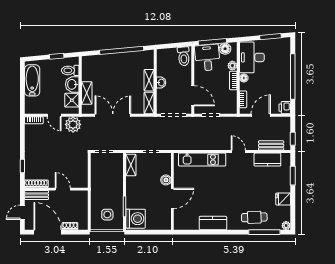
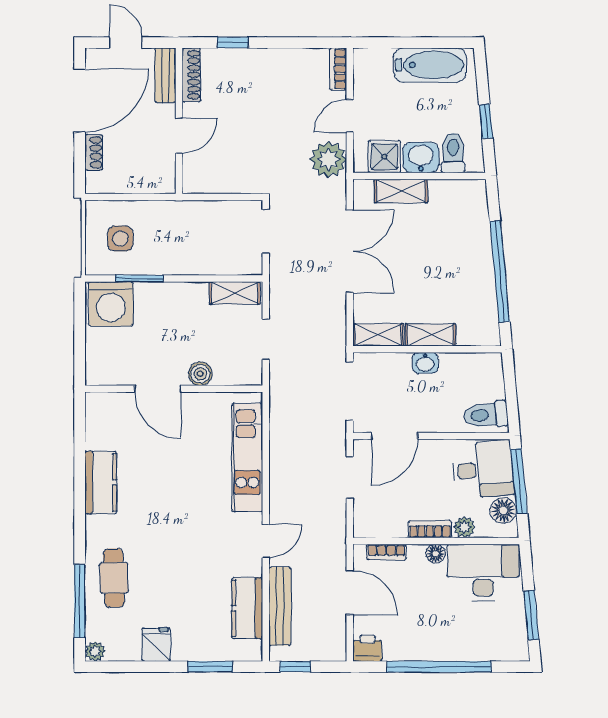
bench: (271, 145) -> (280, 606), width x1.36

